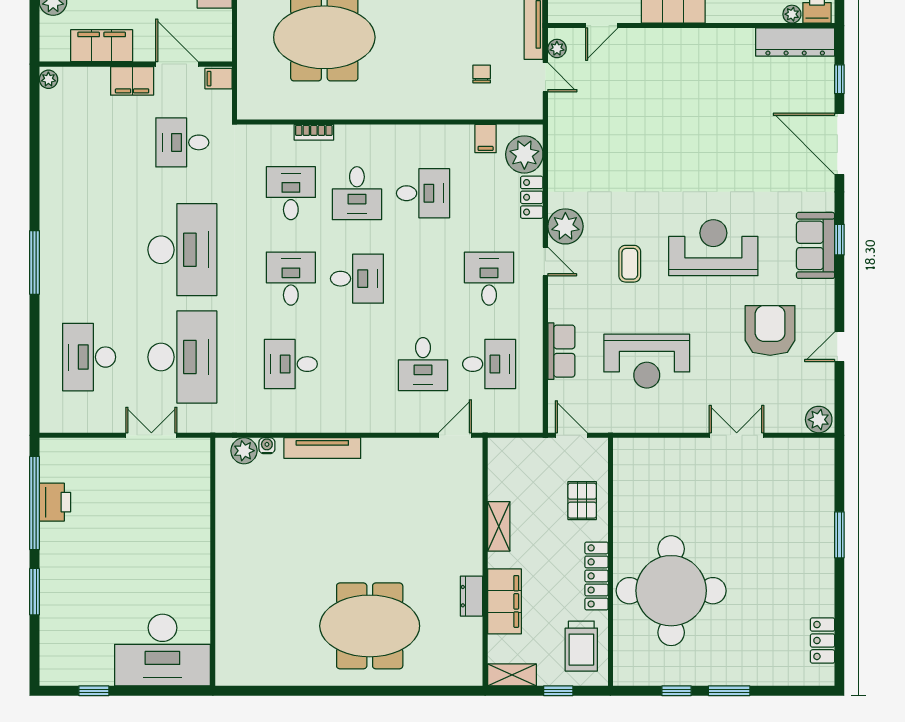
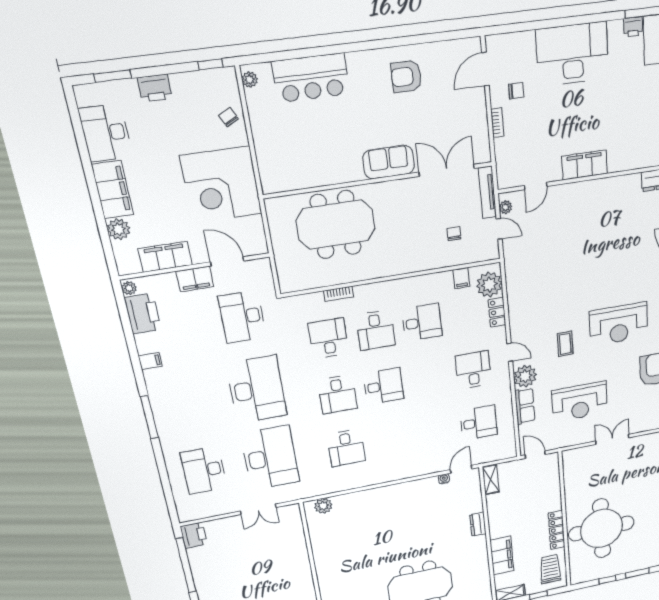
filing cabinet: (219, 79) -> (150, 361), moved, turned 180
printer: (58, 116) -> (143, 314), added
desk: (182, 142) -> (242, 317), width x1.37
plant: (565, 226) -> (525, 376), moved
reception desk: (713, 248) -> (619, 324), turned 180
desk: (291, 279) -> (338, 394), turned 180
desk: (291, 364) -> (346, 448), turned -90
desk: (423, 364) -> (435, 431), removed
double door: (151, 435) -> (258, 509), swing flipped
double door: (737, 435) -> (612, 439), moved
water cooler: (267, 446) -> (444, 479), moved
tv unit: (322, 448) -> (375, 494), removed
pallet: (582, 501) -> (545, 490), removed
printer: (55, 502) -> (194, 535), moved
shelving: (499, 526) -> (491, 479), moved
dresser: (472, 596) -> (478, 524), moved
trolley: (581, 646) -> (550, 569), turned 180

